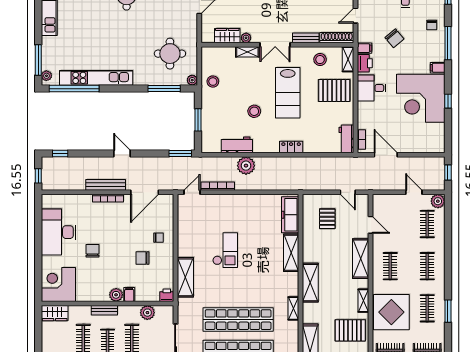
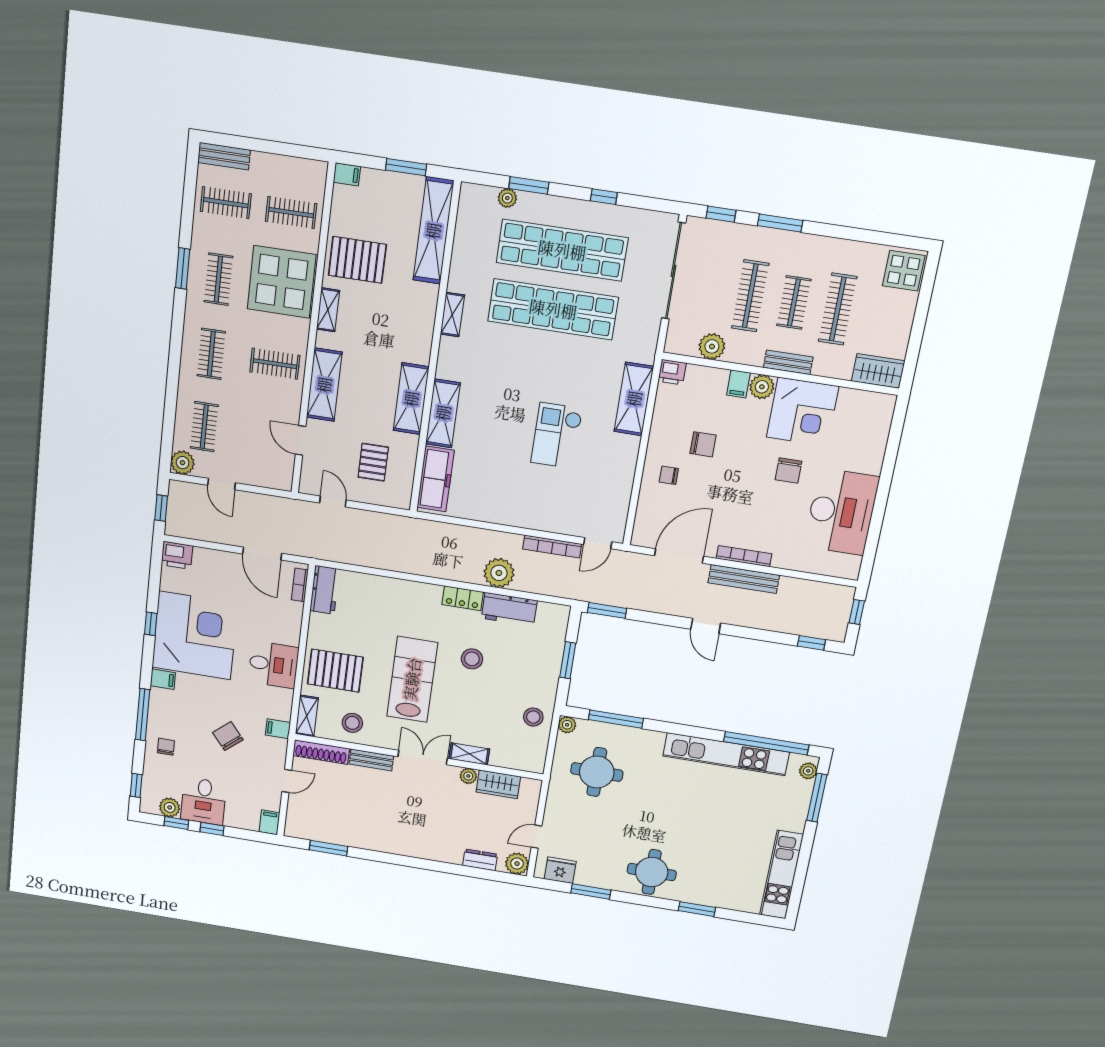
printer: (365, 63) -> (177, 555), moved, turned -90
locker: (291, 147) -> (463, 598), moved
clothes rail: (390, 266) -> (275, 364), turned 90
shelving: (310, 283) -> (411, 399), moved
corner desk: (58, 284) -> (802, 412), moved

